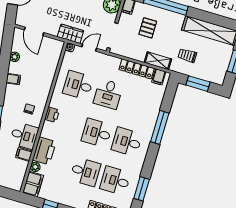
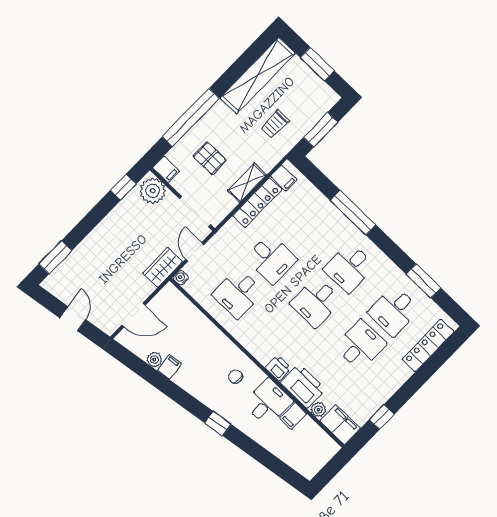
shelving: (158, 61) -> (247, 183), moved
filing cabinet: (13, 79) -> (169, 367), moved
printer: (52, 115) -> (278, 368), moved

